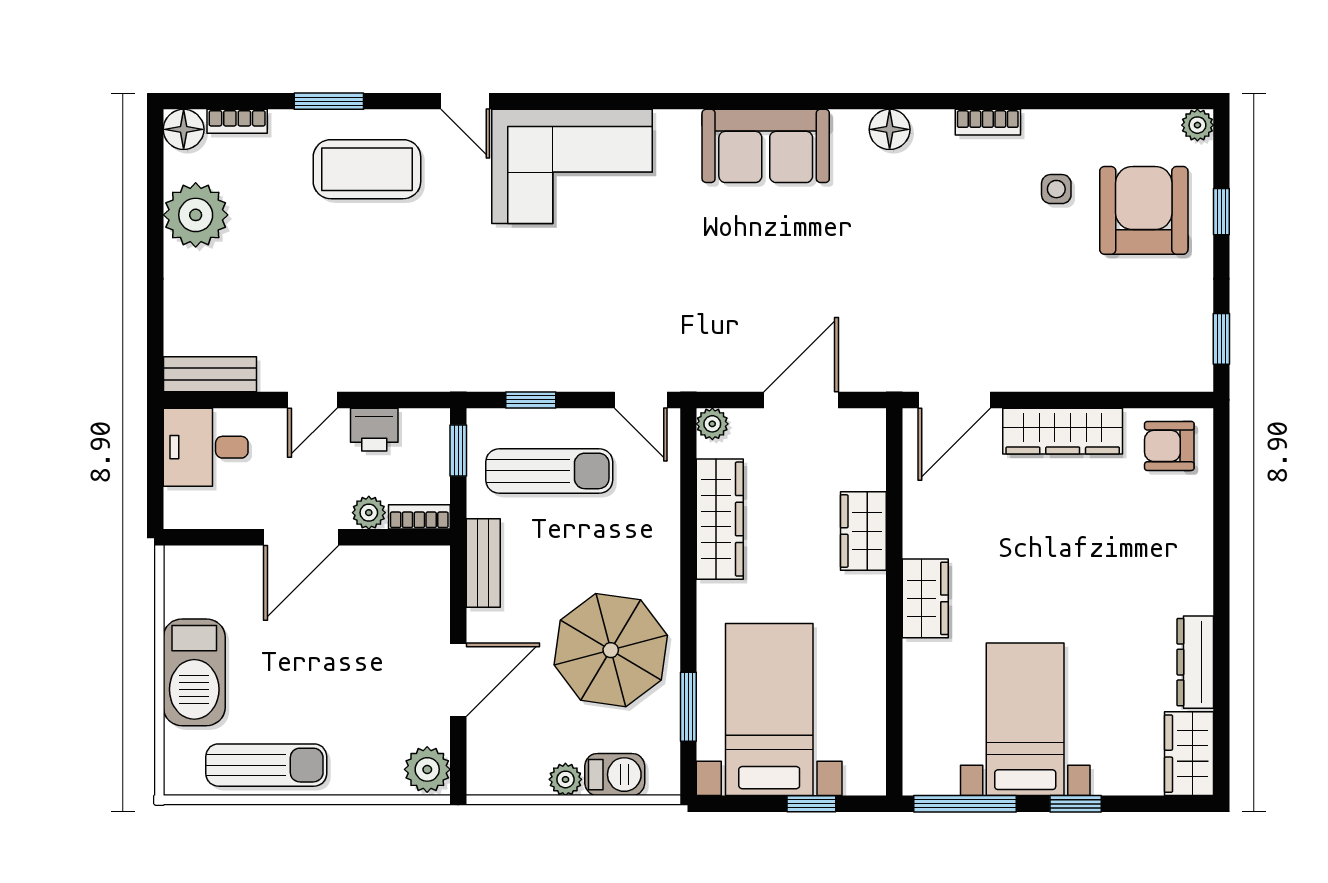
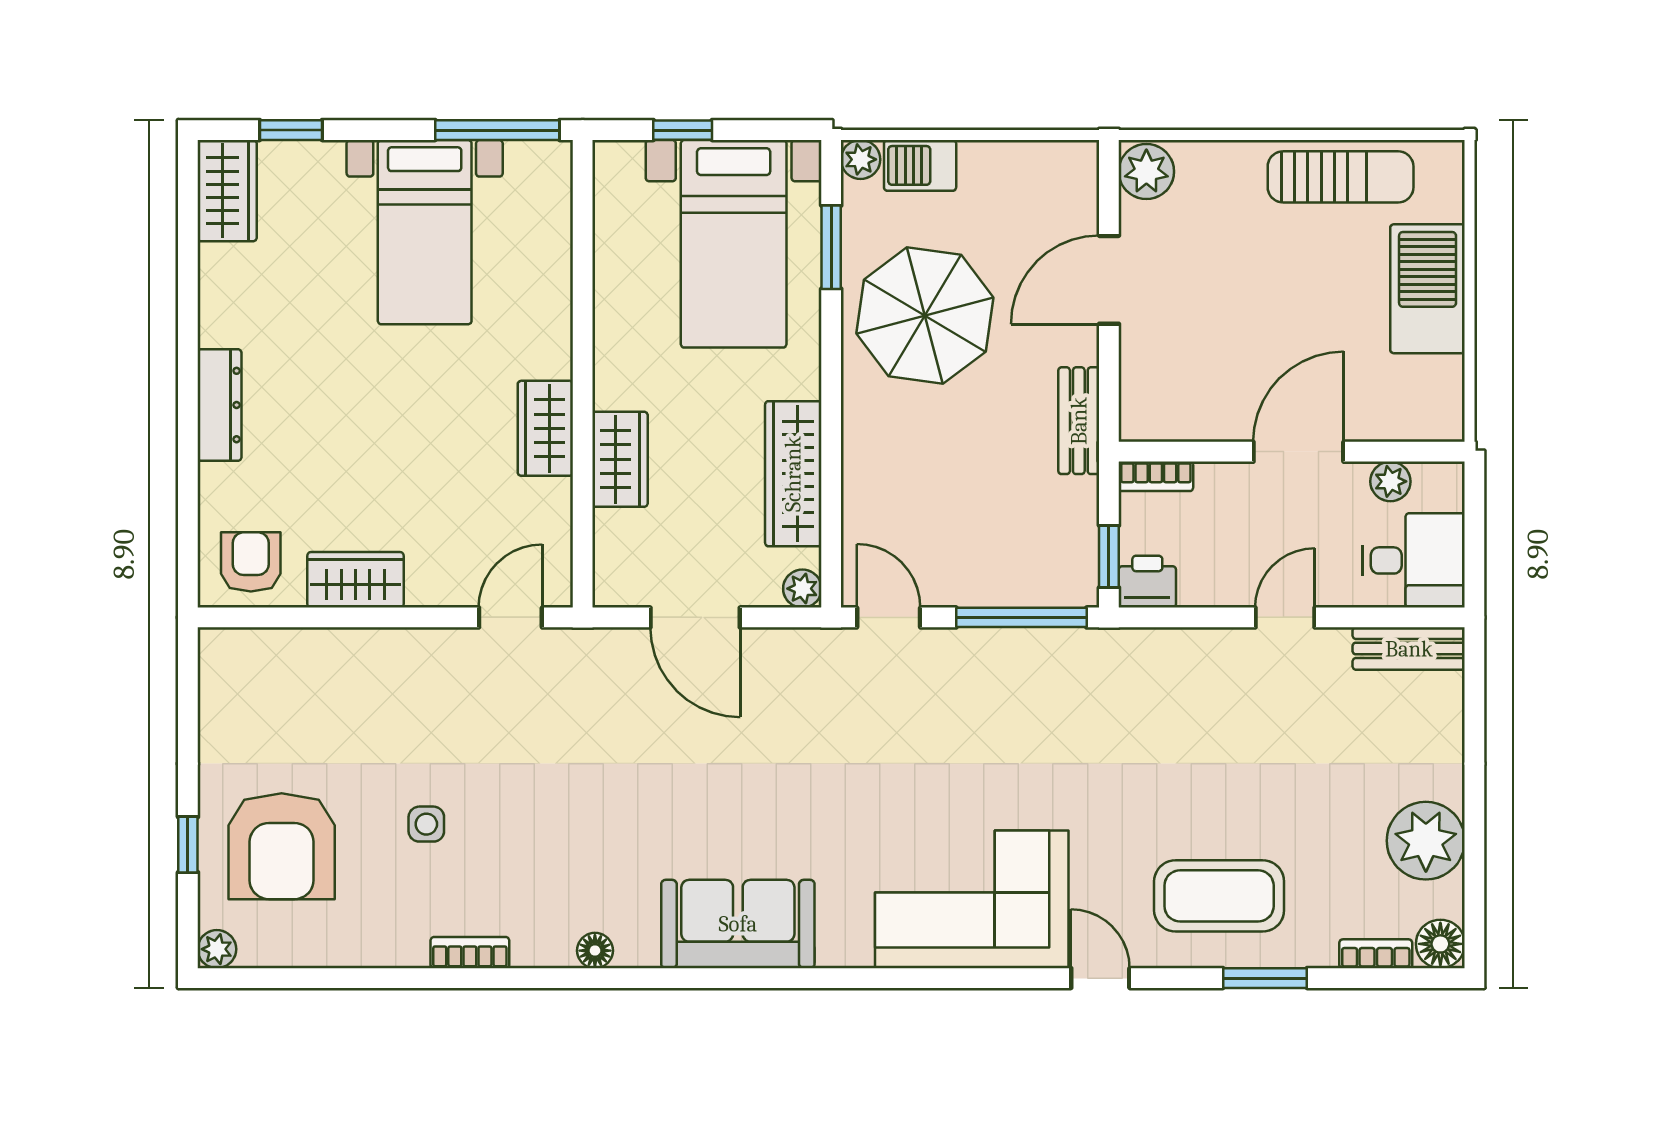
floor lamp: (890, 129) -> (595, 951), width x0.73, depth x0.73
side table: (1056, 189) -> (426, 824), moved
window: (1221, 339) -> (188, 691), removed
window: (531, 400) -> (1021, 617), width x2.17
door: (801, 400) -> (695, 617), hinge flipped
door: (954, 400) -> (510, 617), width x0.73
printer: (374, 430) -> (1147, 582), moved
wardrobe: (1063, 431) -> (355, 580), width x0.67
armchair: (1169, 446) -> (251, 562), turned -90
sun lounger: (549, 471) -> (999, 532), removed
plant: (369, 513) -> (1390, 481), moved
wardrobe: (925, 598) -> (545, 428), moved
dresser: (1195, 662) -> (220, 405), moved
sun lounger: (266, 765) -> (1341, 177), turned 180
plant: (565, 779) -> (861, 159), moved
window: (1076, 804) -> (291, 130), moved

